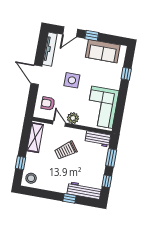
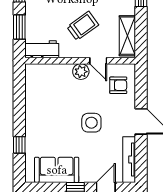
corner sofa: (102, 107) -> (44, 93), removed

